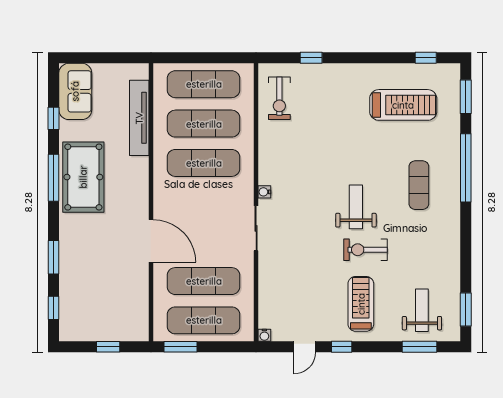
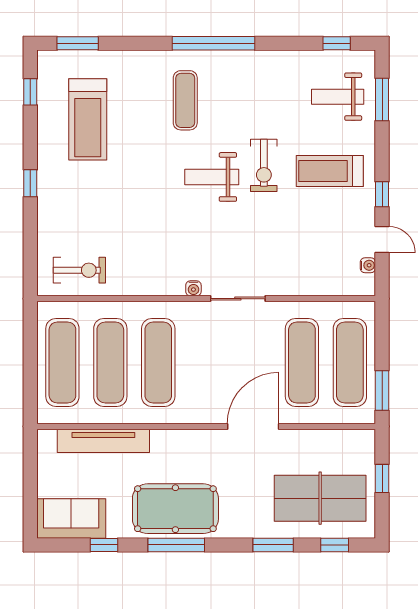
window: (311, 58) -> (30, 183), moved
treadmill: (403, 105) -> (88, 119), turned 180
window: (466, 168) -> (213, 43), moved
exercise mat: (419, 185) -> (185, 100), turned 90
table tennis table: (92, 296) -> (320, 498), added
window: (466, 309) -> (337, 43), width x0.67
water cooler: (264, 335) -> (368, 265), moved

